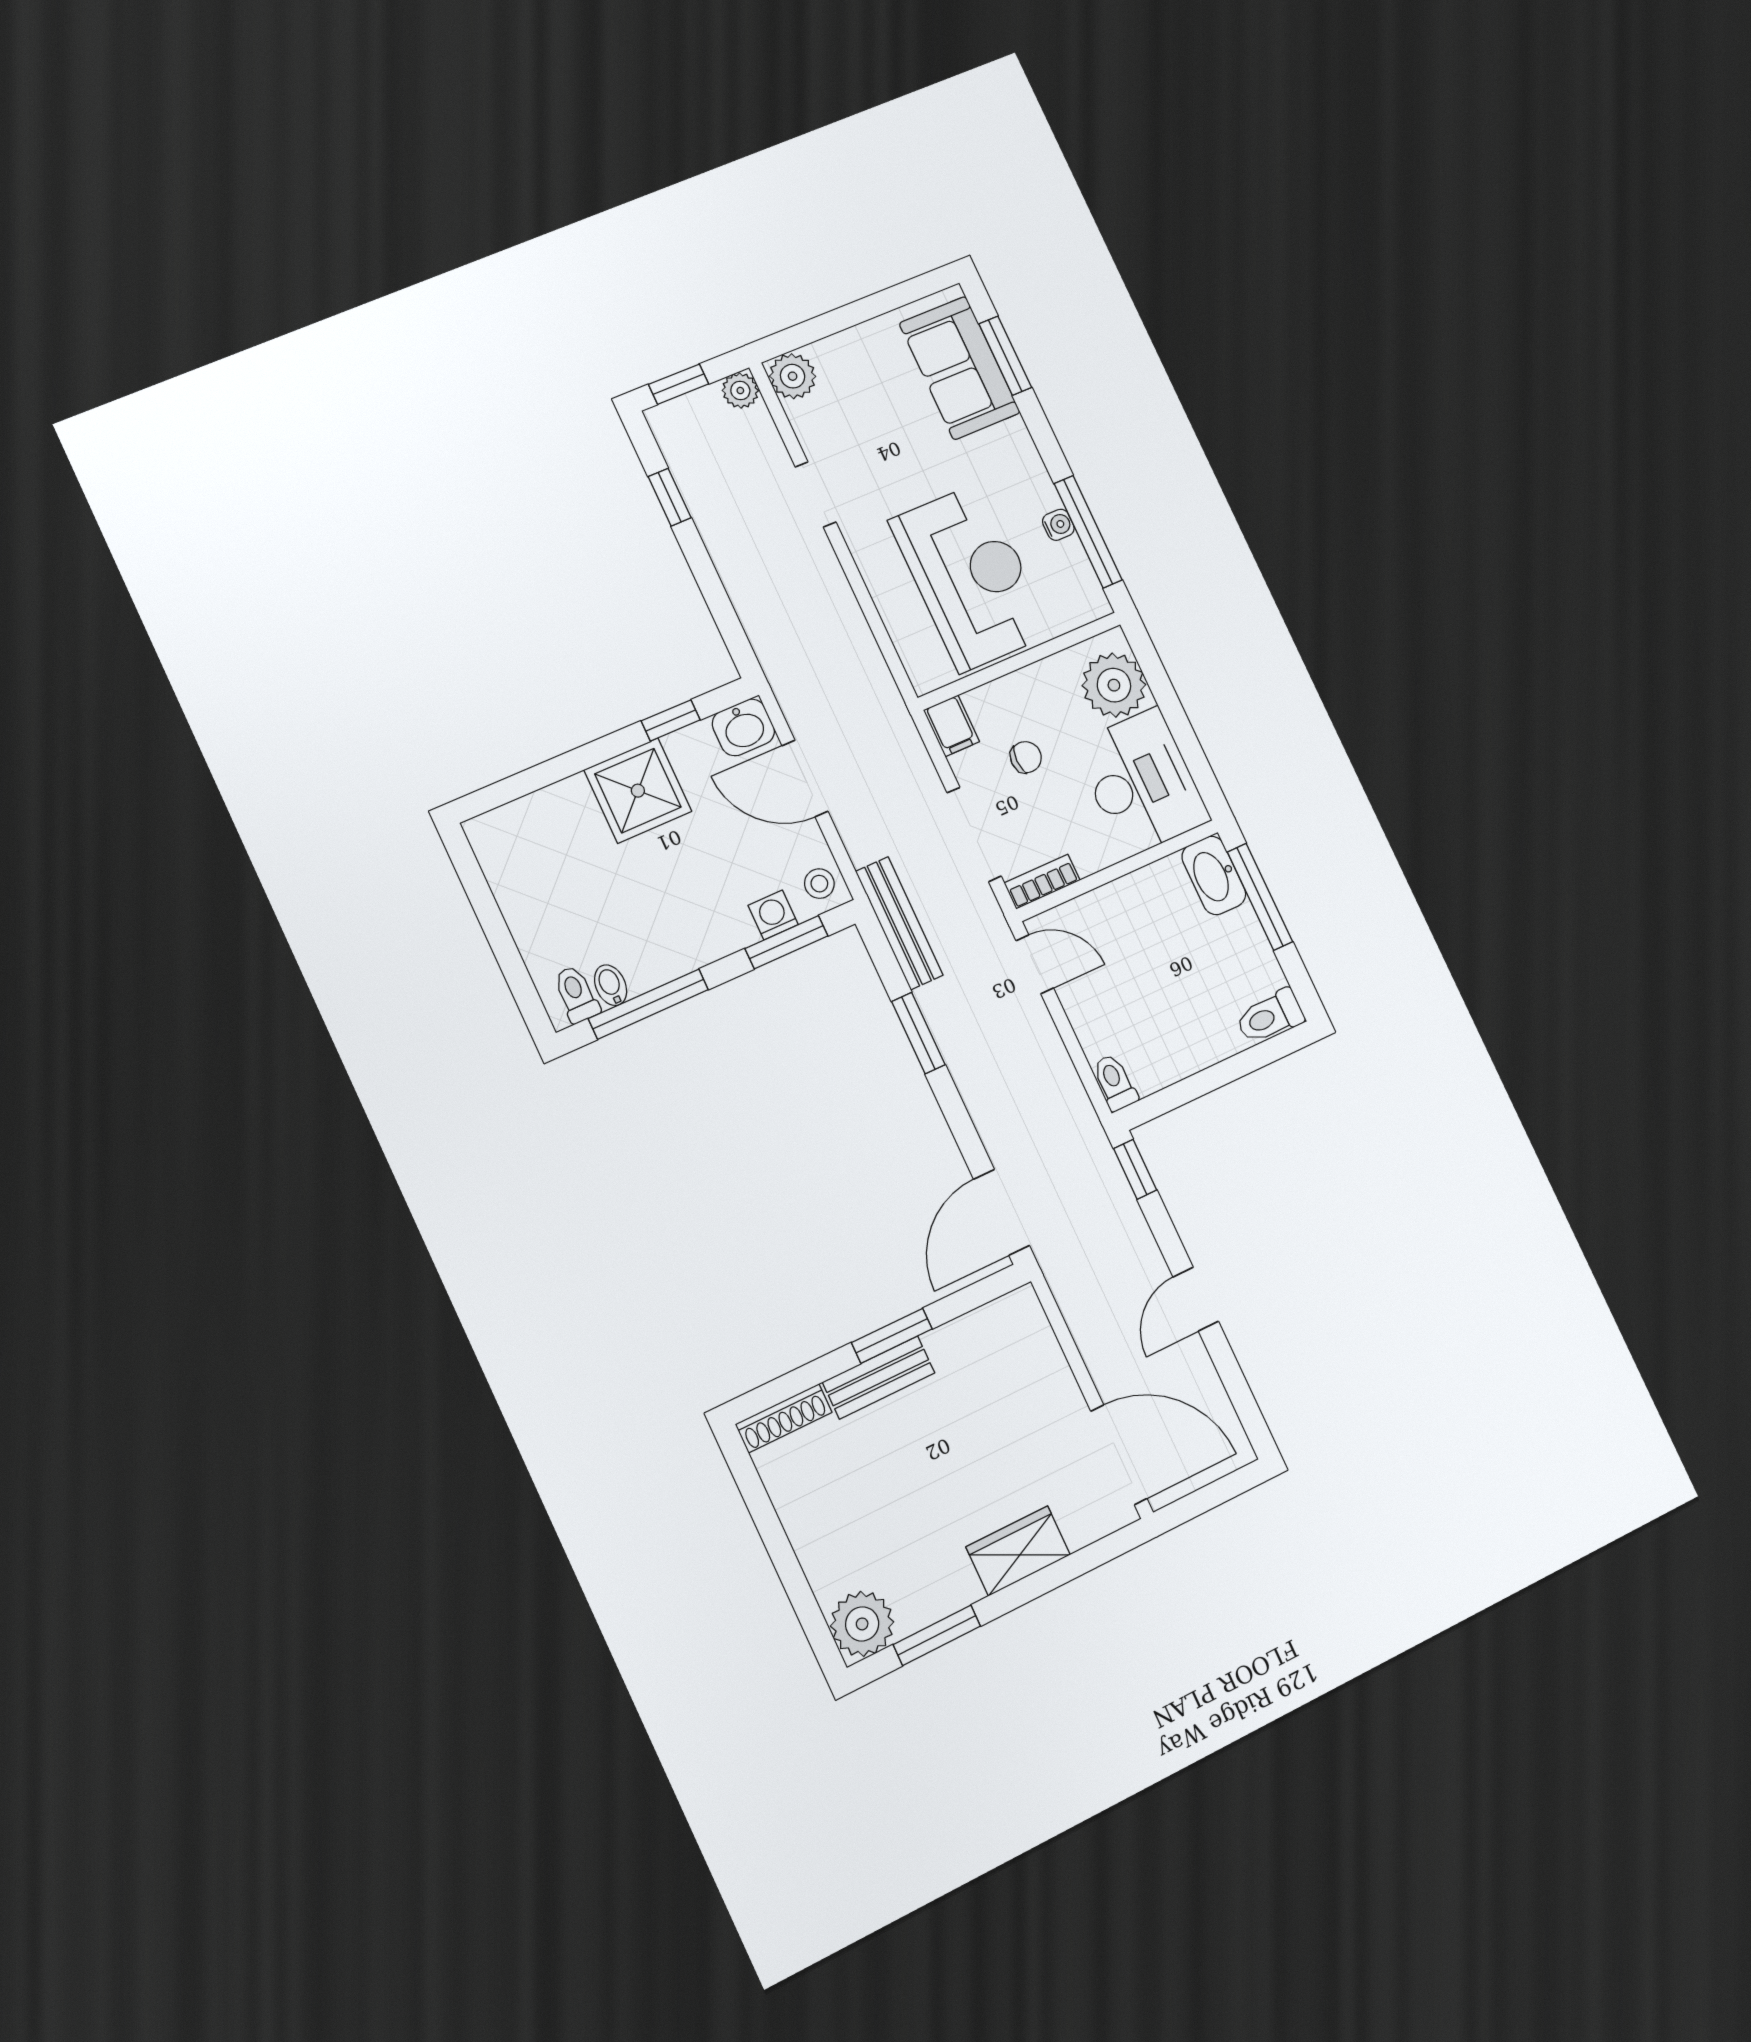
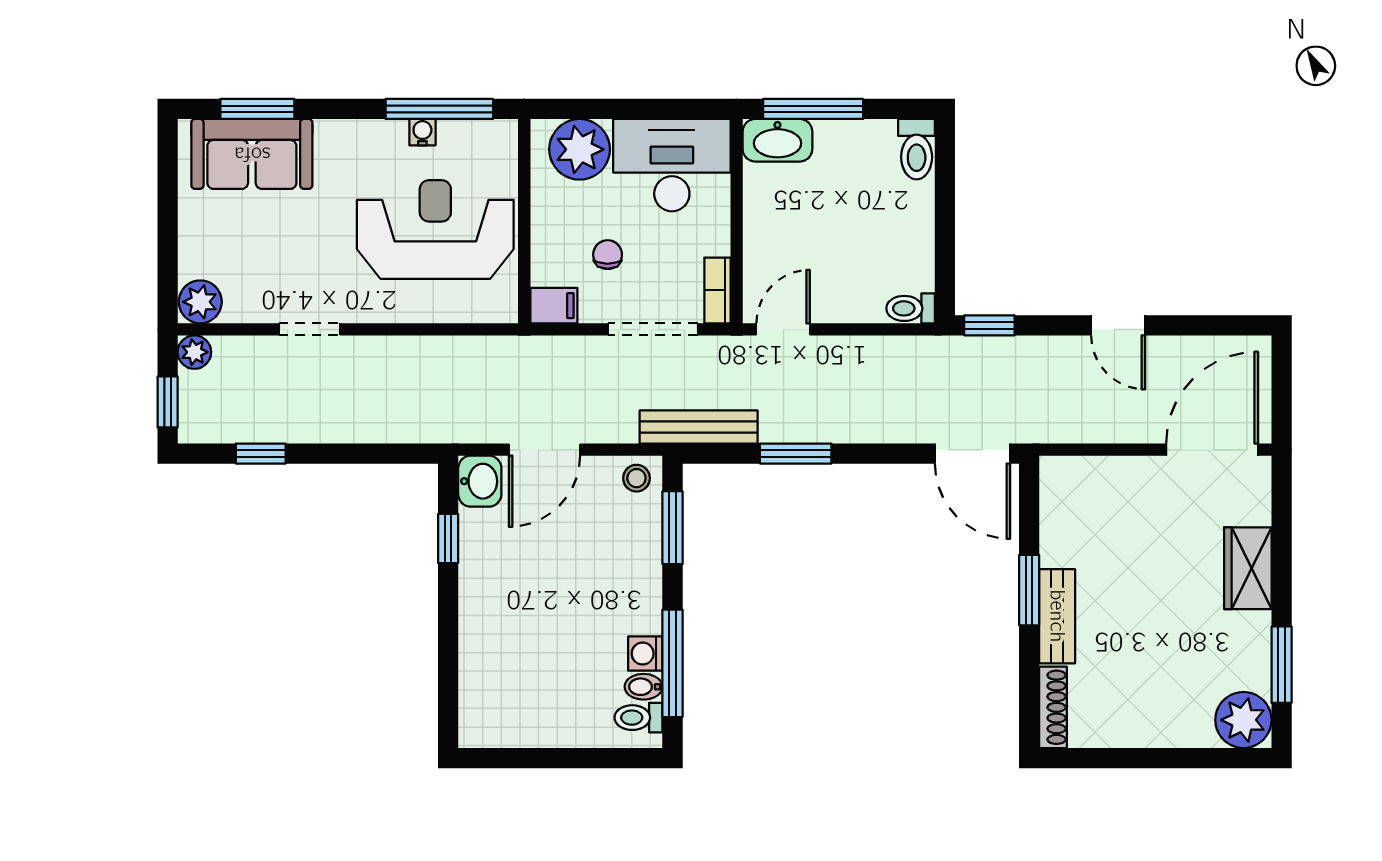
shower: (638, 791) -> (494, 592), removed
washing machine: (773, 915) -> (645, 654), moved

